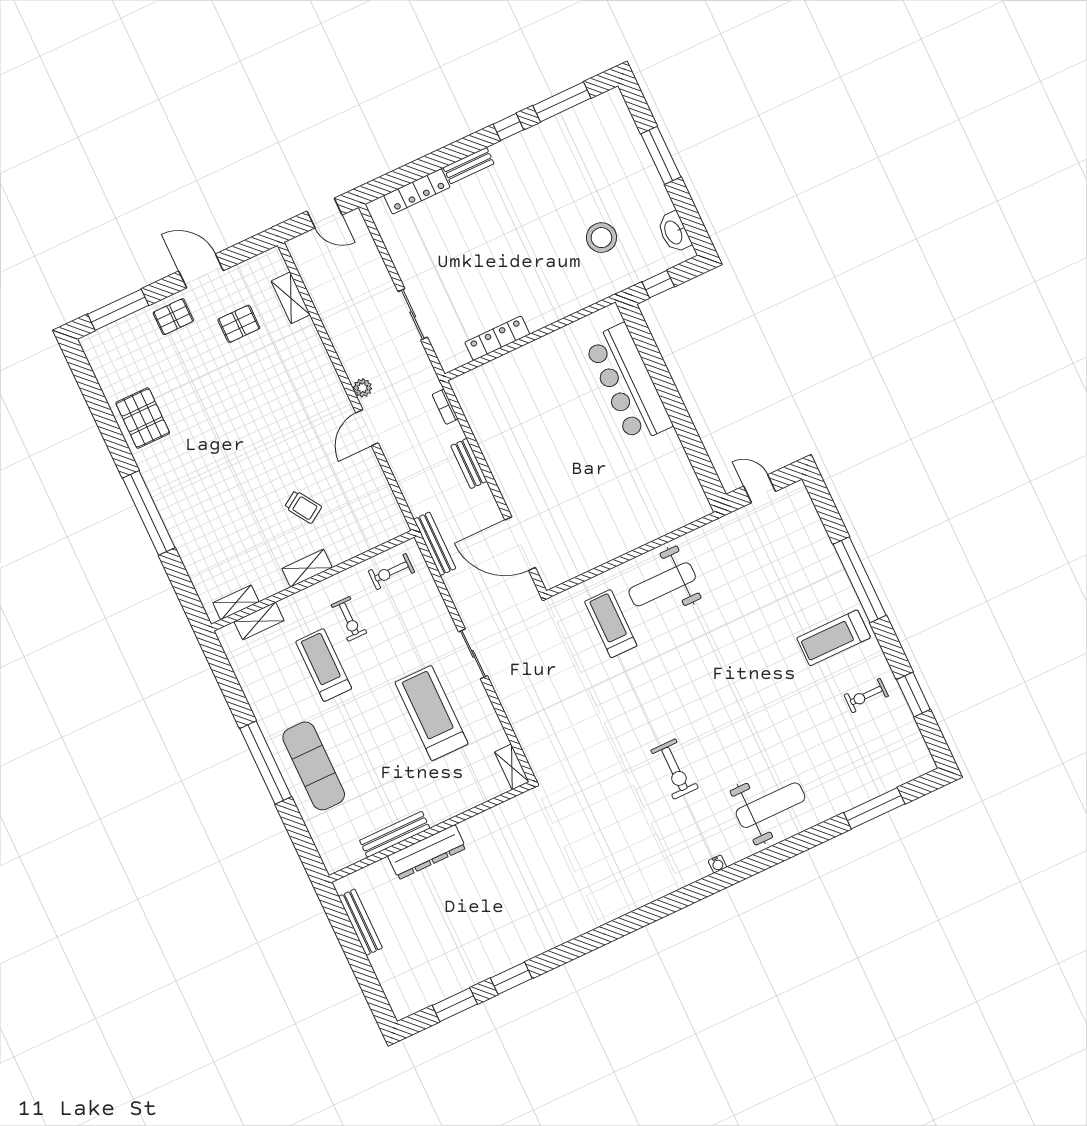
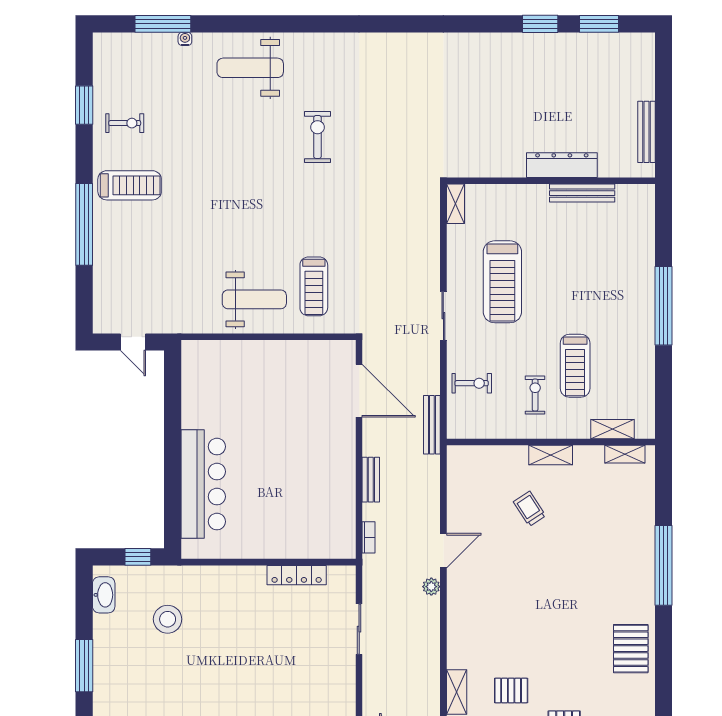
exercise bike: (391, 572) -> (472, 383), moved
exercise mat: (314, 766) -> (624, 284), removed
water cooler: (717, 864) -> (185, 39), moved

